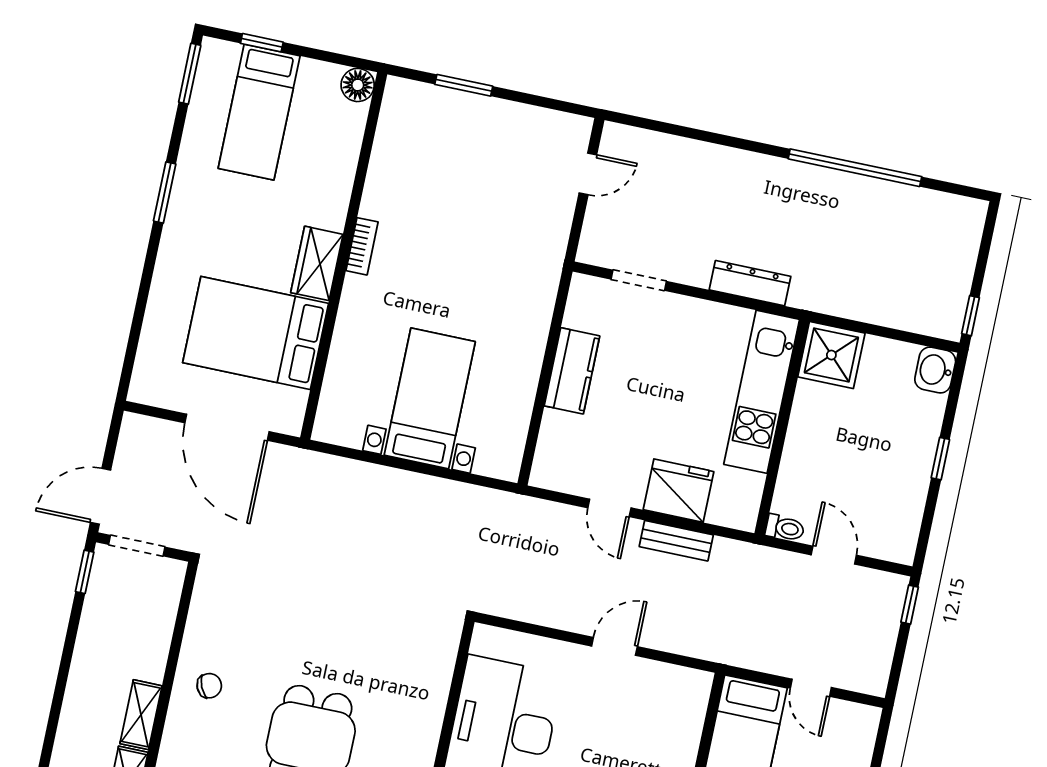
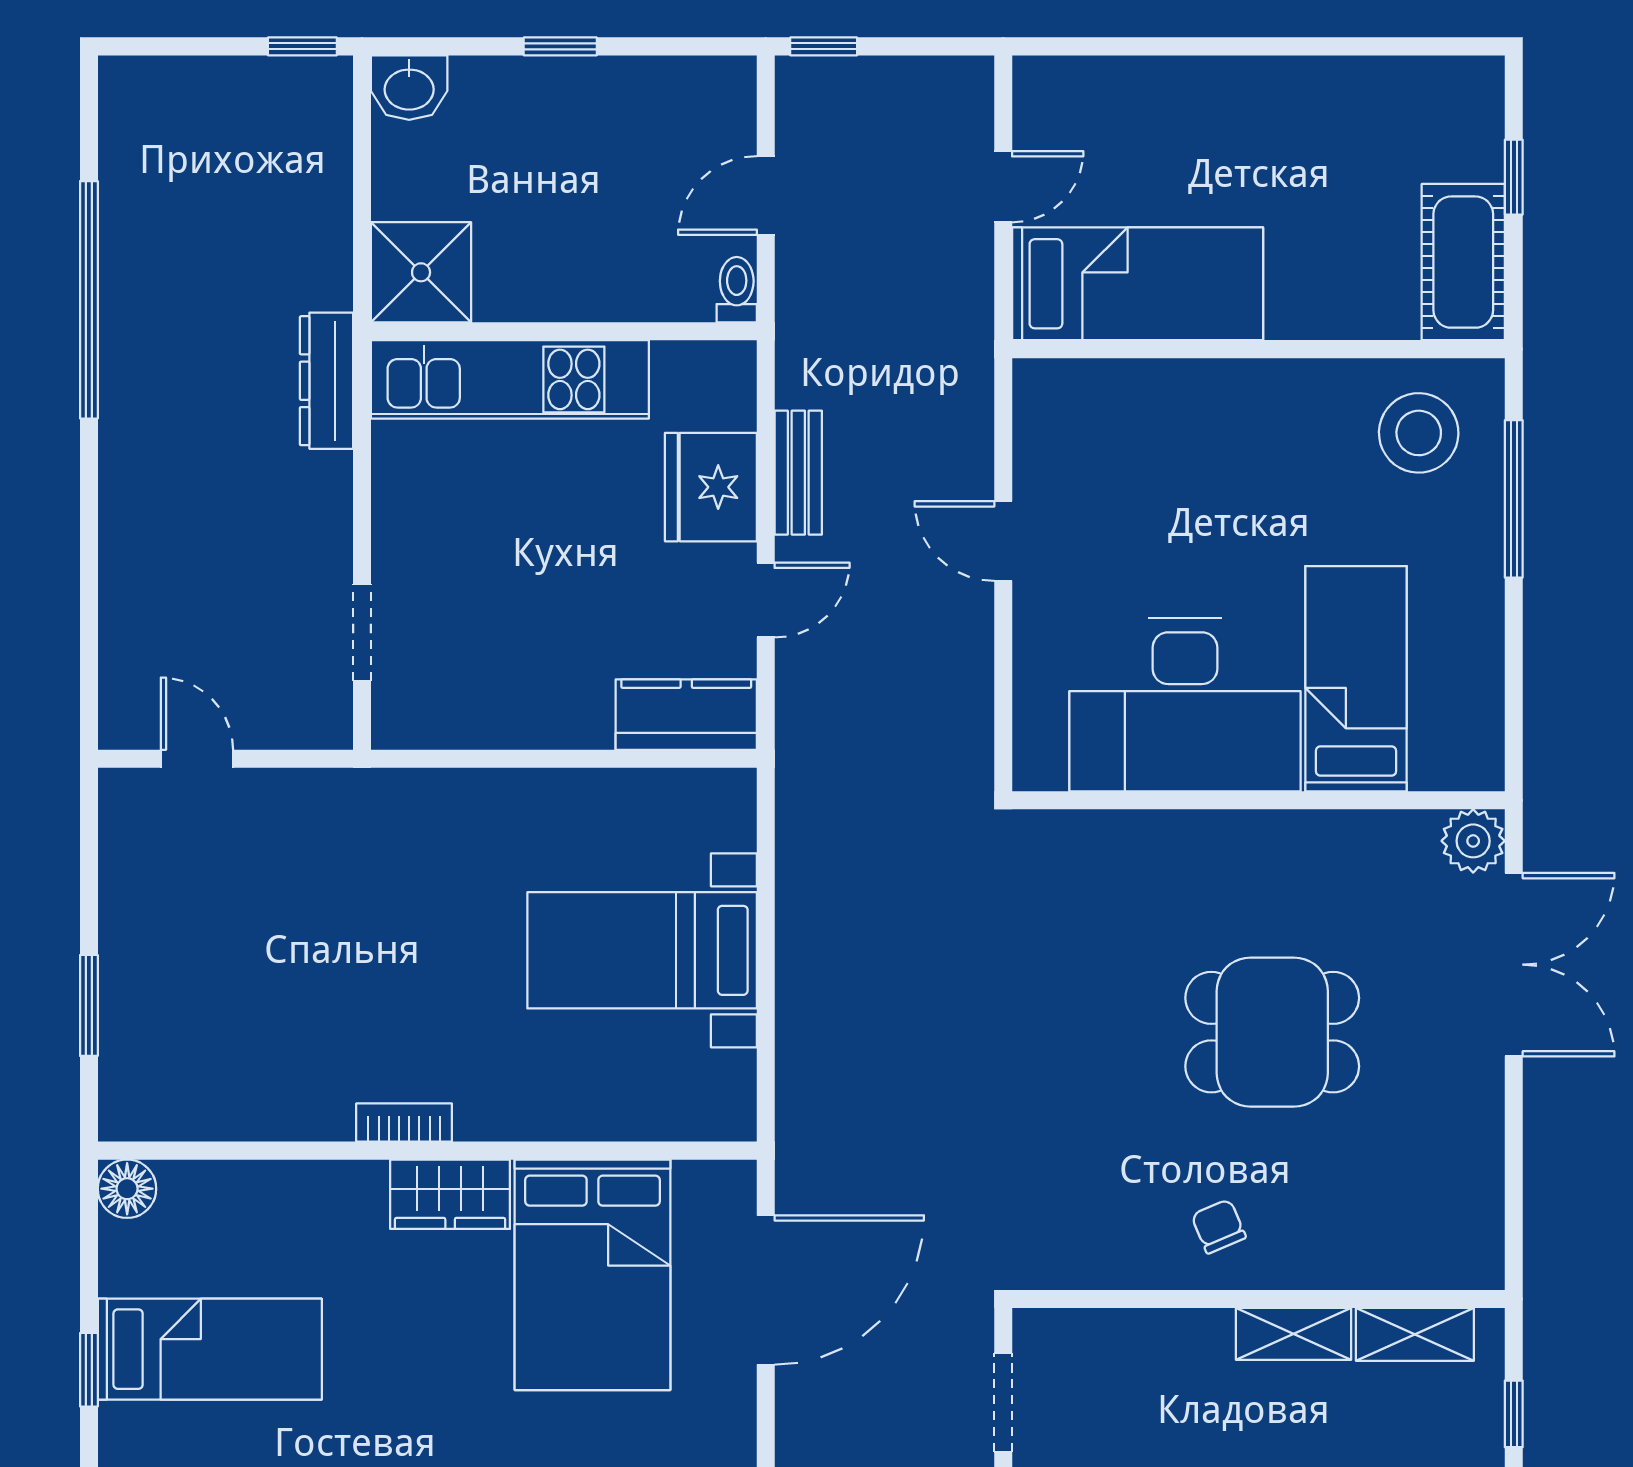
dresser: (750, 283) -> (326, 381), moved
kitchen counter: (572, 371) -> (686, 715), moved

